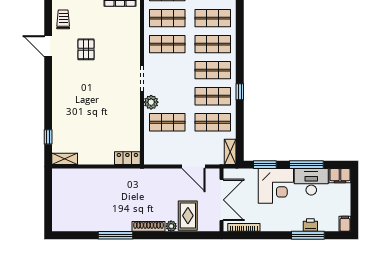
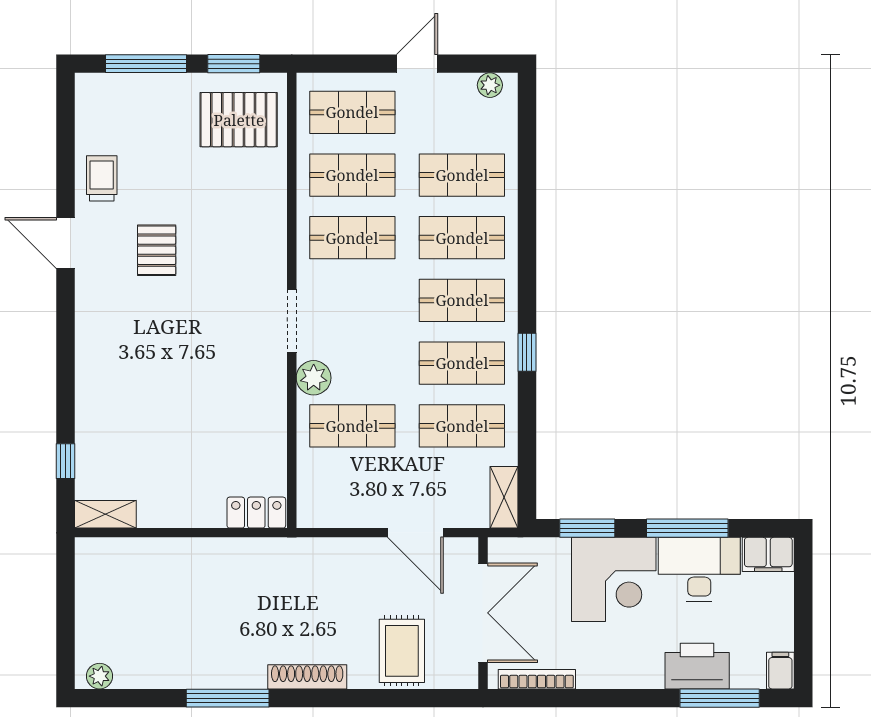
printer: (310, 225) -> (697, 666), width x1.87, depth x1.48
plant: (171, 226) -> (100, 676), moved
window: (308, 235) -> (720, 698), moved

